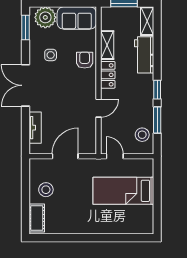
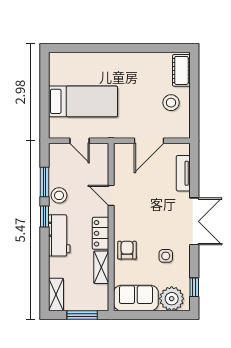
window: (26, 27) -> (194, 287), width x0.67
workbench: (144, 55) -> (59, 235), moved
armchair: (85, 60) -> (127, 250), turned 180
door: (98, 108) -> (111, 195), hinge flipped
stool: (142, 135) -> (59, 195), moved
door: (115, 156) -> (79, 141), moved

